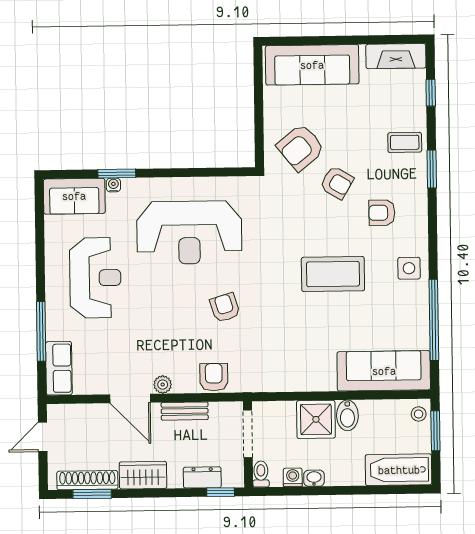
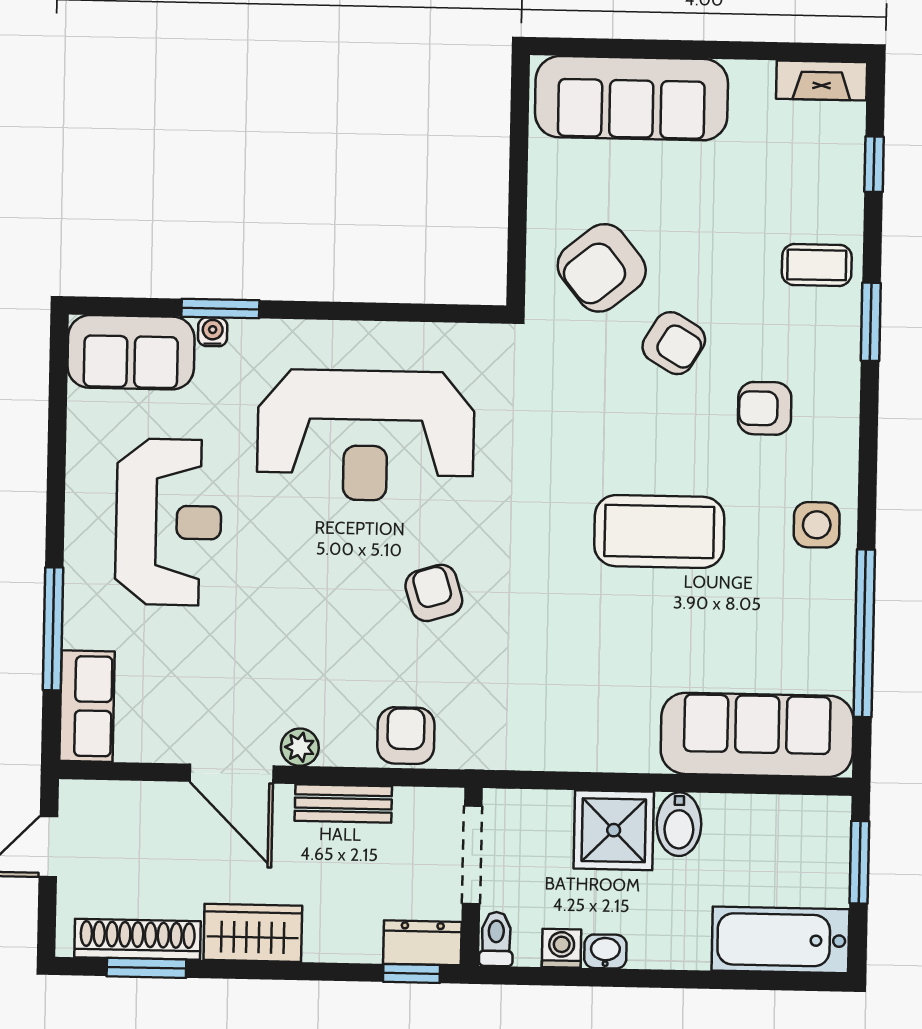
fireplace: (396, 56) -> (822, 81), width x0.73, depth x0.76
stool: (419, 414) -> (826, 826), removed
dresser: (202, 477) -> (422, 943), moved

